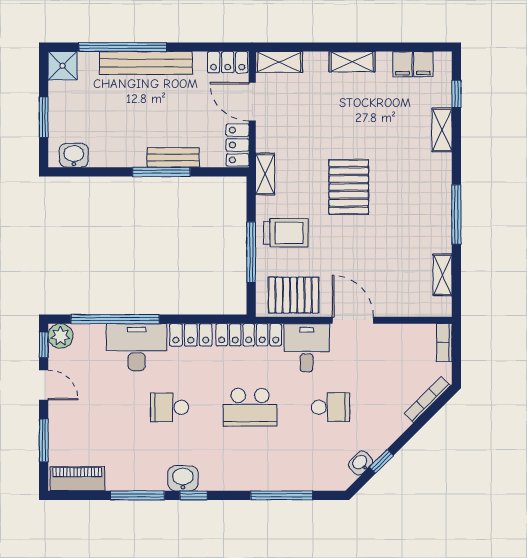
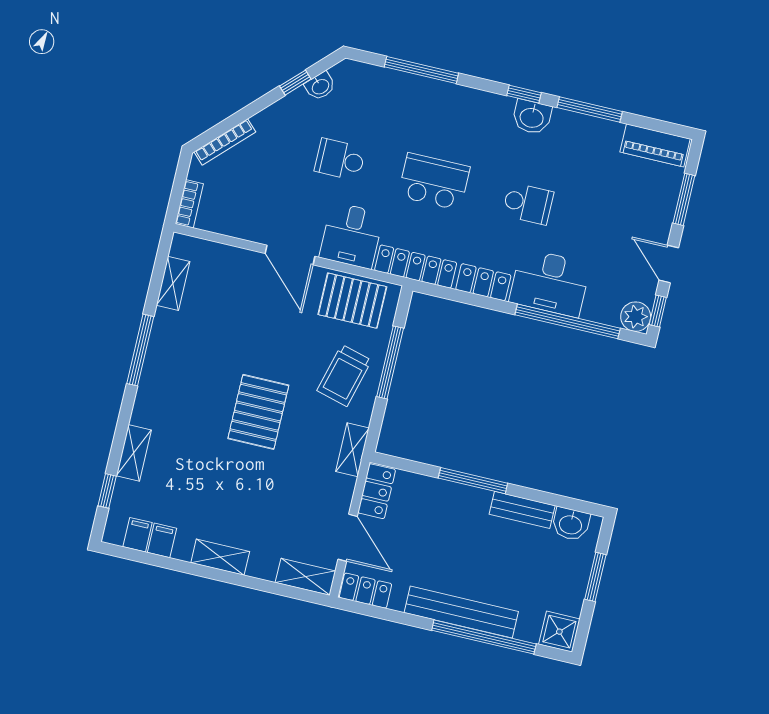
bench: (173, 158) -> (522, 510), moved
trolley: (286, 233) -> (344, 375), turned -75

